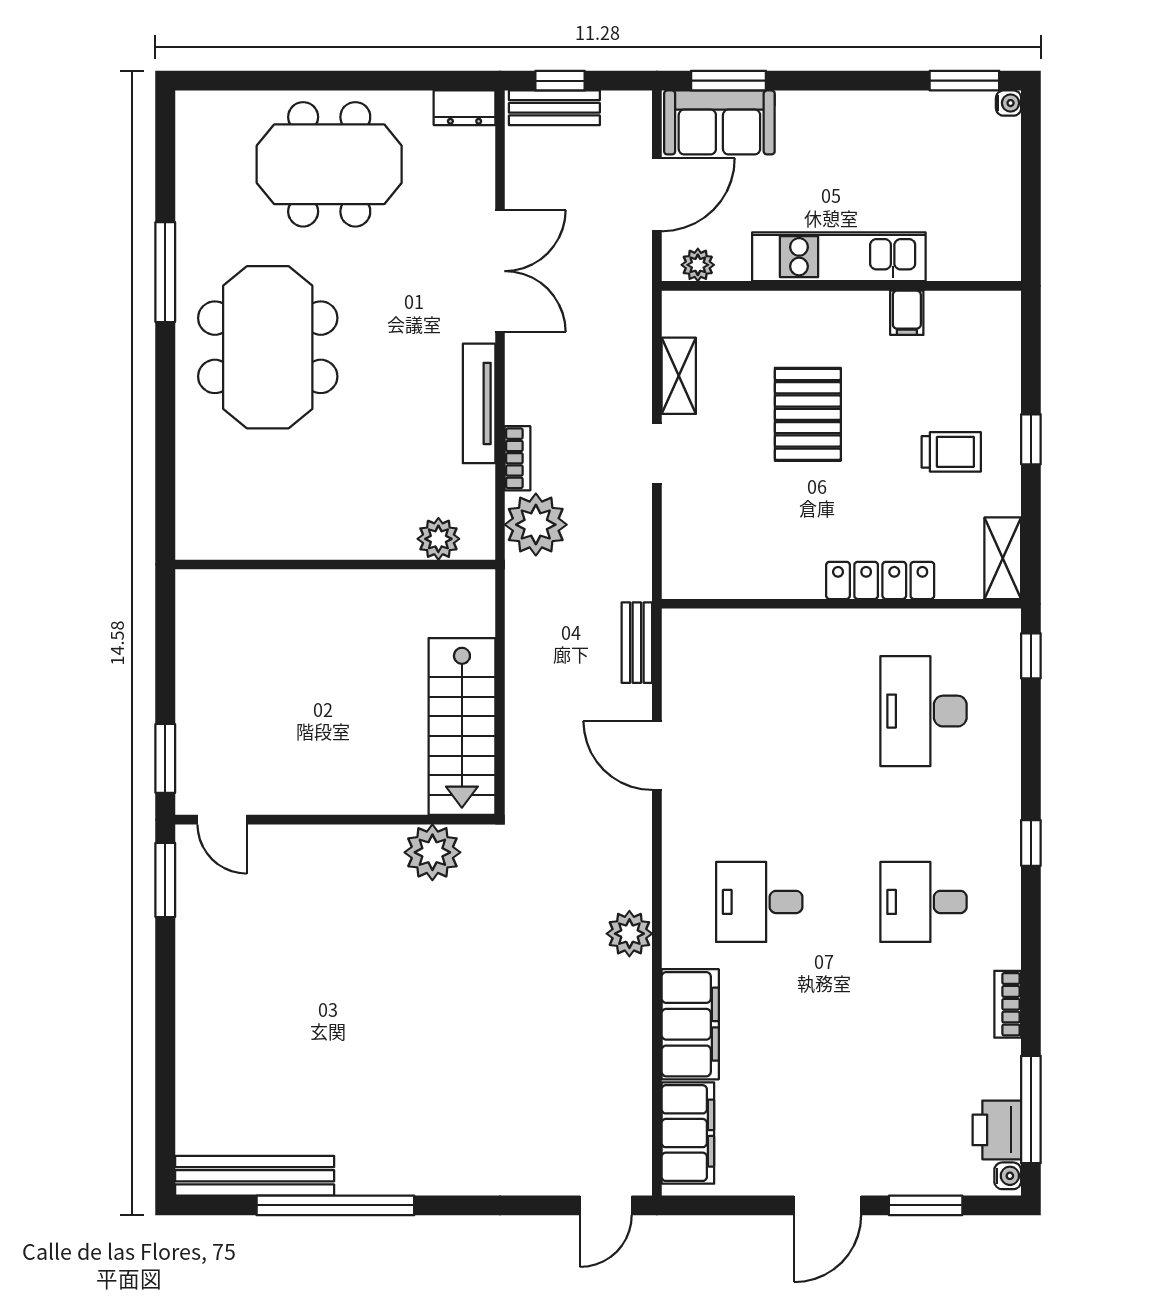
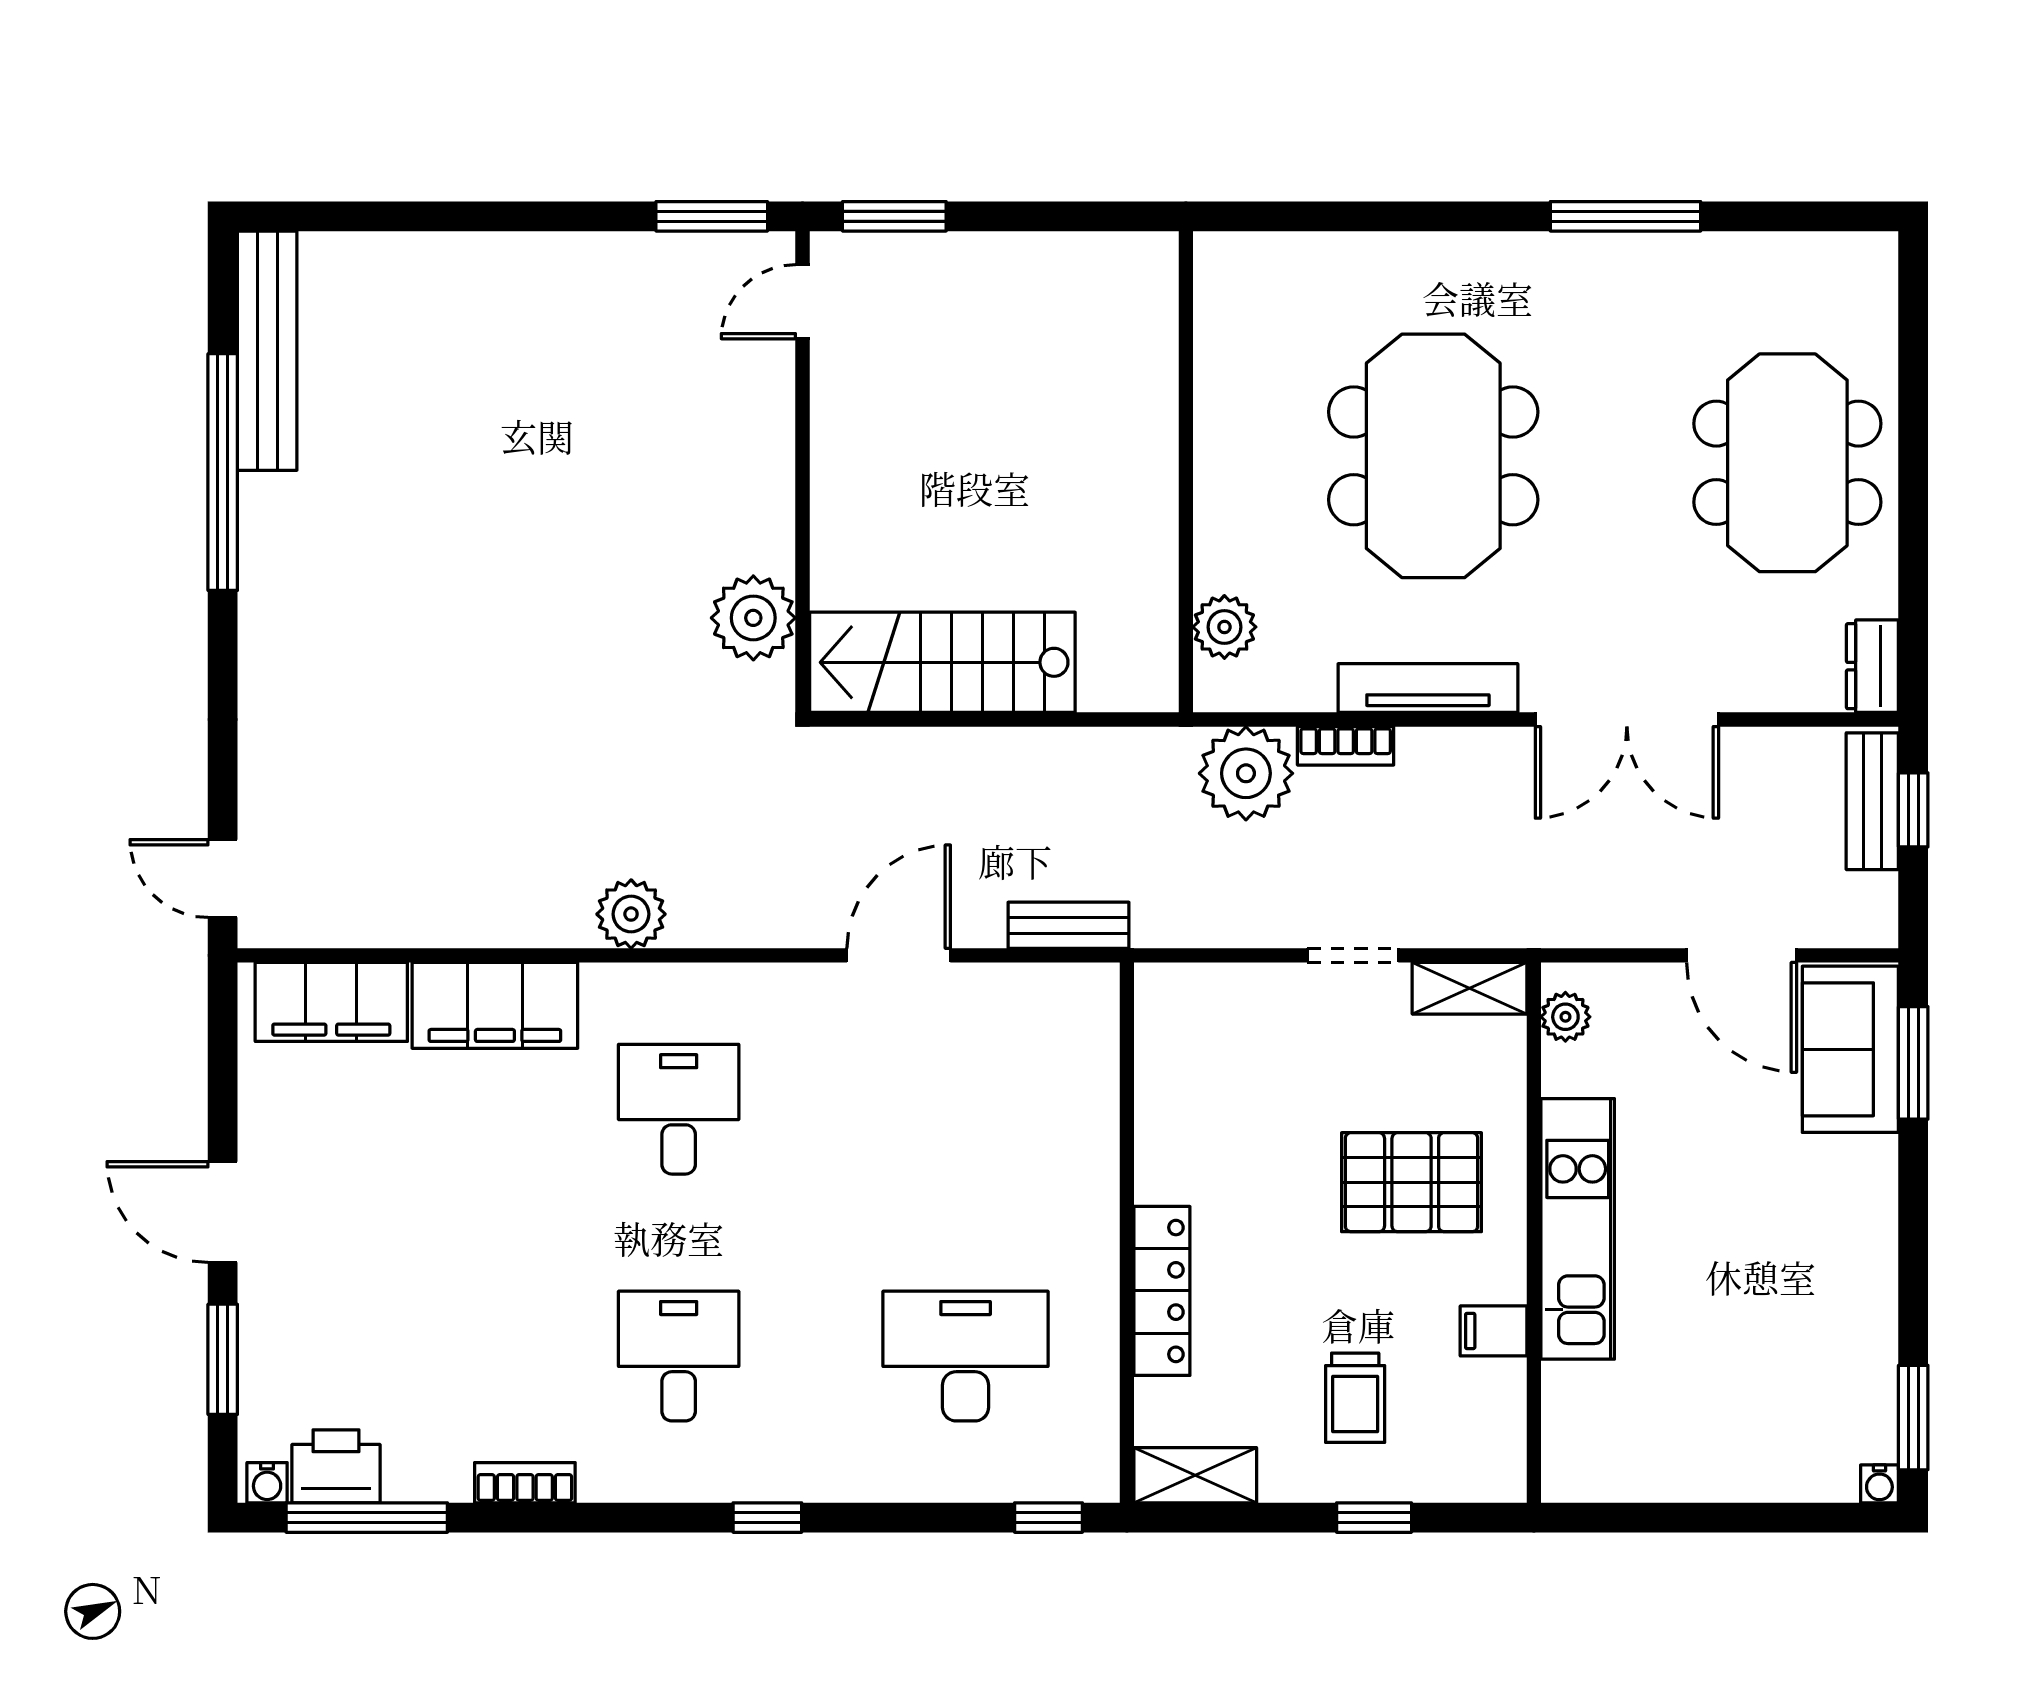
kitchen unit: (839, 257) -> (1578, 1229), moved
plant: (698, 265) -> (1565, 1017), moved
wall: (841, 286) -> (1534, 1233), moved
filing cabinet: (907, 313) -> (1493, 1331), moved
meeting table: (268, 347) -> (1433, 456), moved, turned 90

